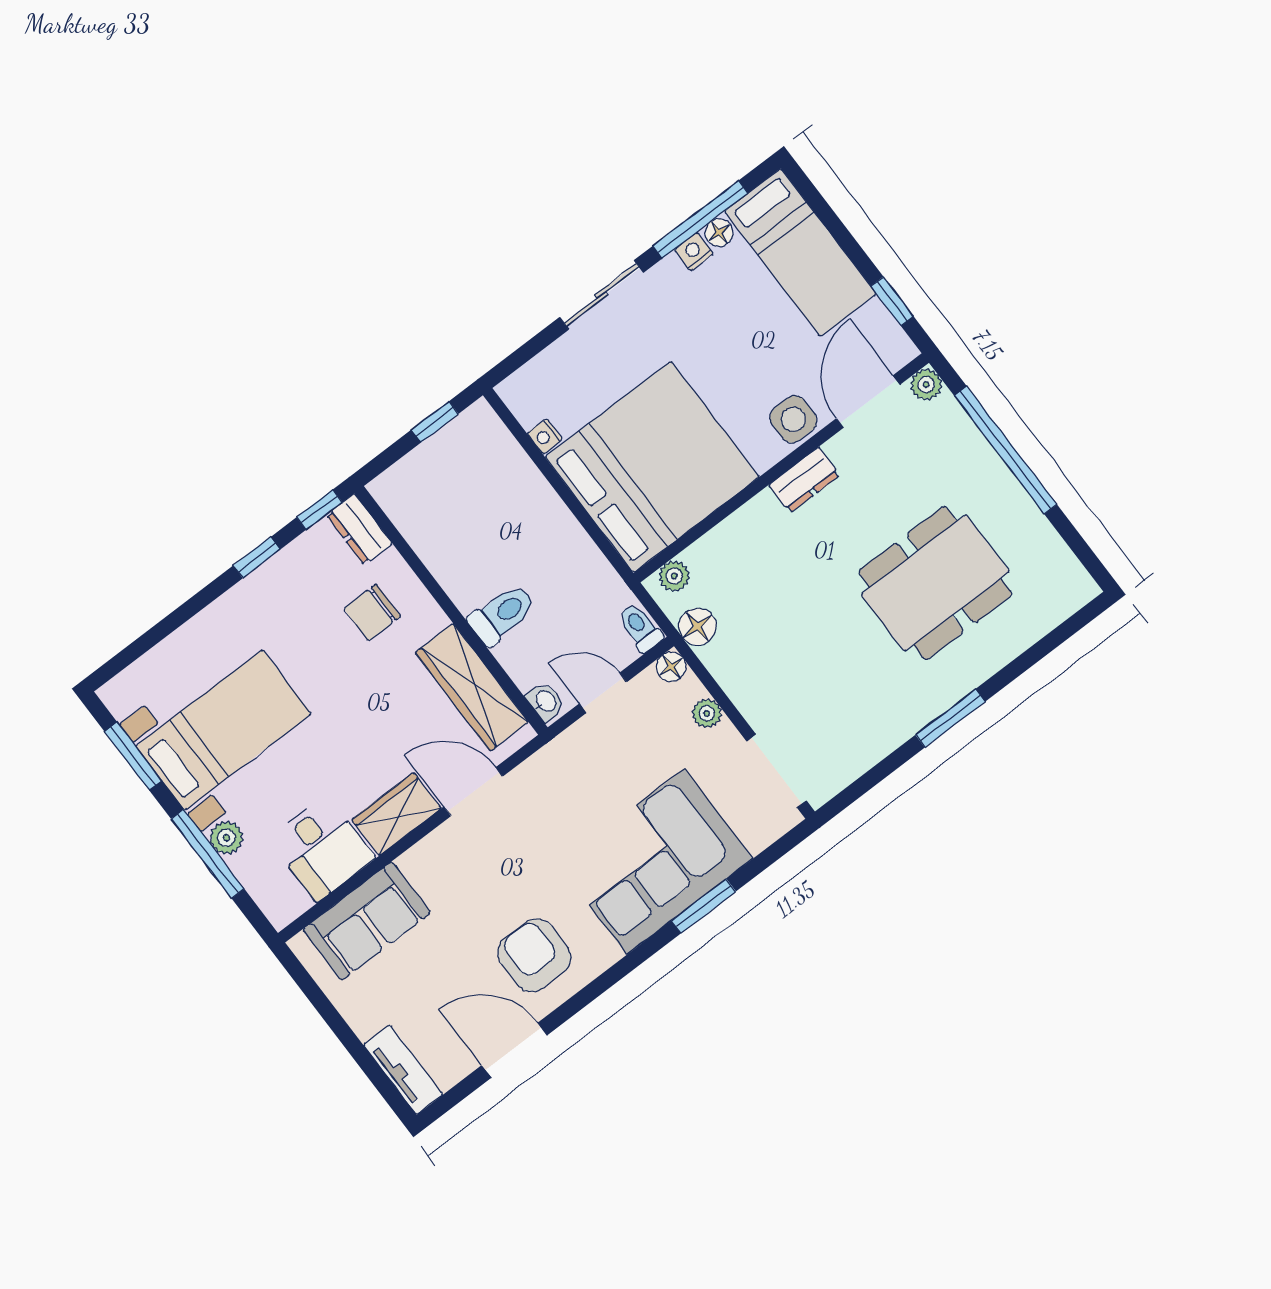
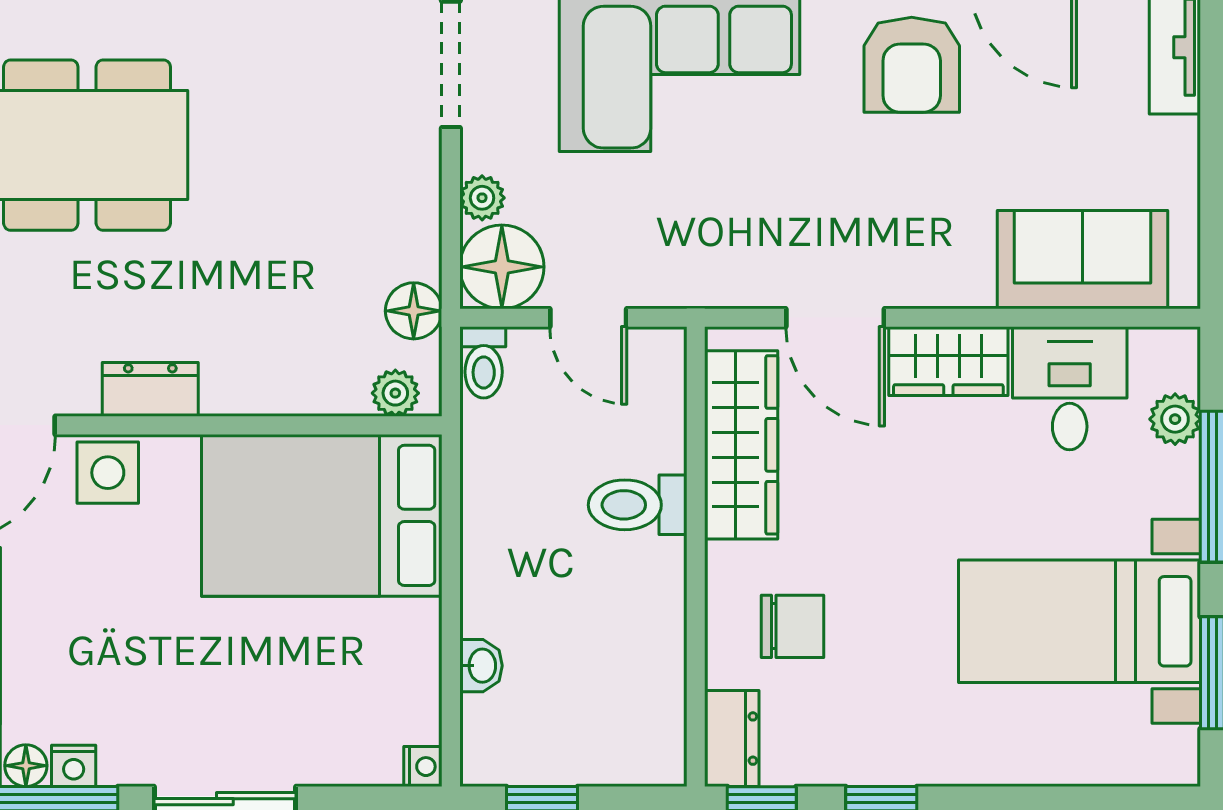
nightstand: (545, 436) -> (423, 767), moved
bed: (652, 467) -> (322, 515), width x0.73
floor lamp: (671, 667) -> (502, 267), width x1.89, depth x1.89
washbasin: (545, 702) -> (481, 666), moved, turned 180
plant: (226, 838) -> (1175, 419), moved

